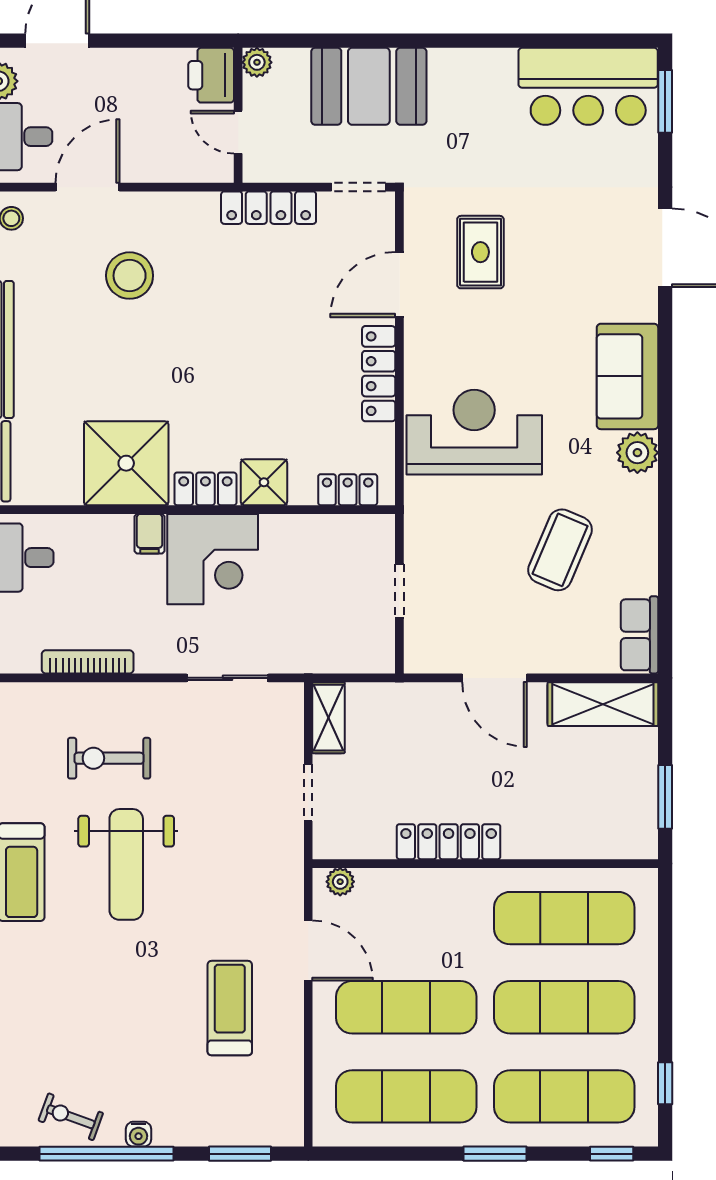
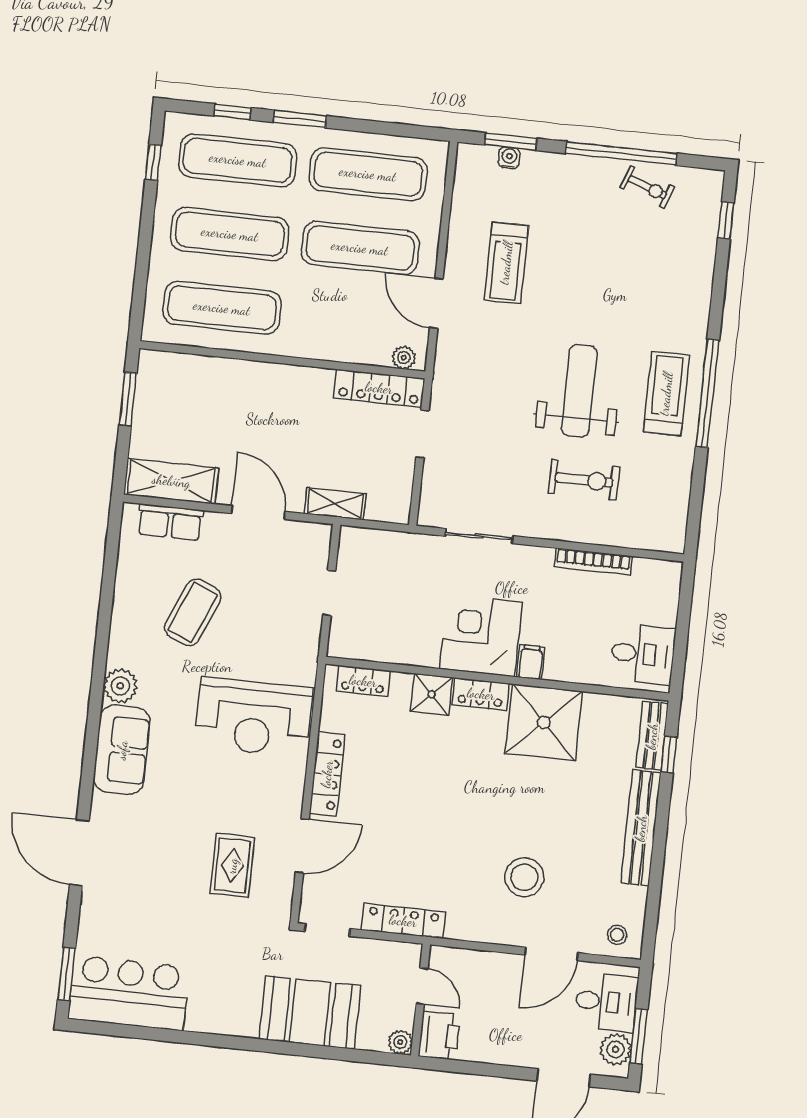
row of seats: (639, 635) -> (170, 522), moved, turned 90
shelving: (328, 718) -> (335, 504), moved, turned 90
locker: (449, 842) -> (379, 388), moved
water cooler: (139, 1134) -> (509, 158), moved
window: (612, 1154) -> (232, 112), moved

